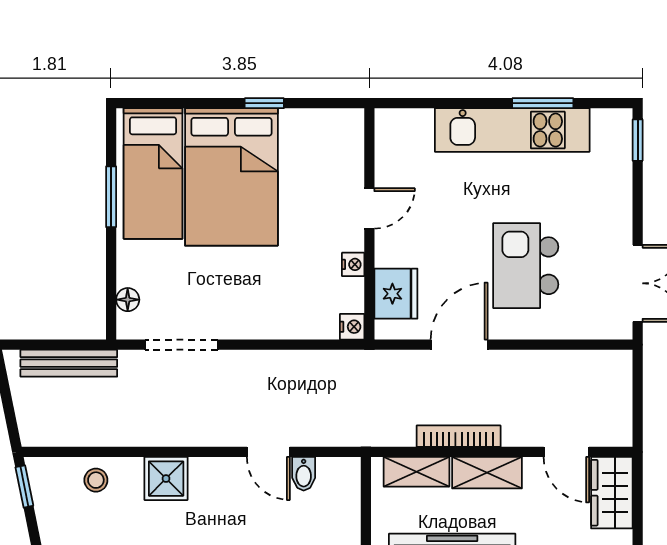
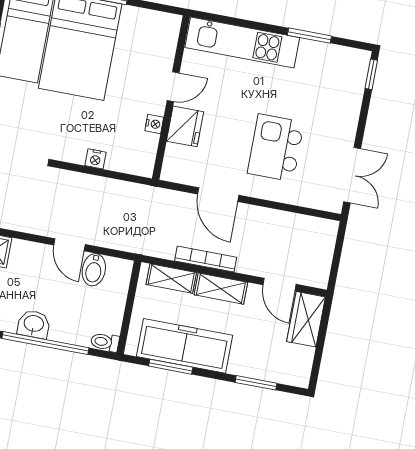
kitchen unit: (512, 130) -> (242, 43), moved
fridge: (396, 294) -> (185, 126), moved
nightstand: (352, 327) -> (95, 159), moved, turned 90
door: (459, 345) -> (218, 195), swing flipped
bidet: (304, 474) -> (94, 270), width x1.38, depth x1.36

